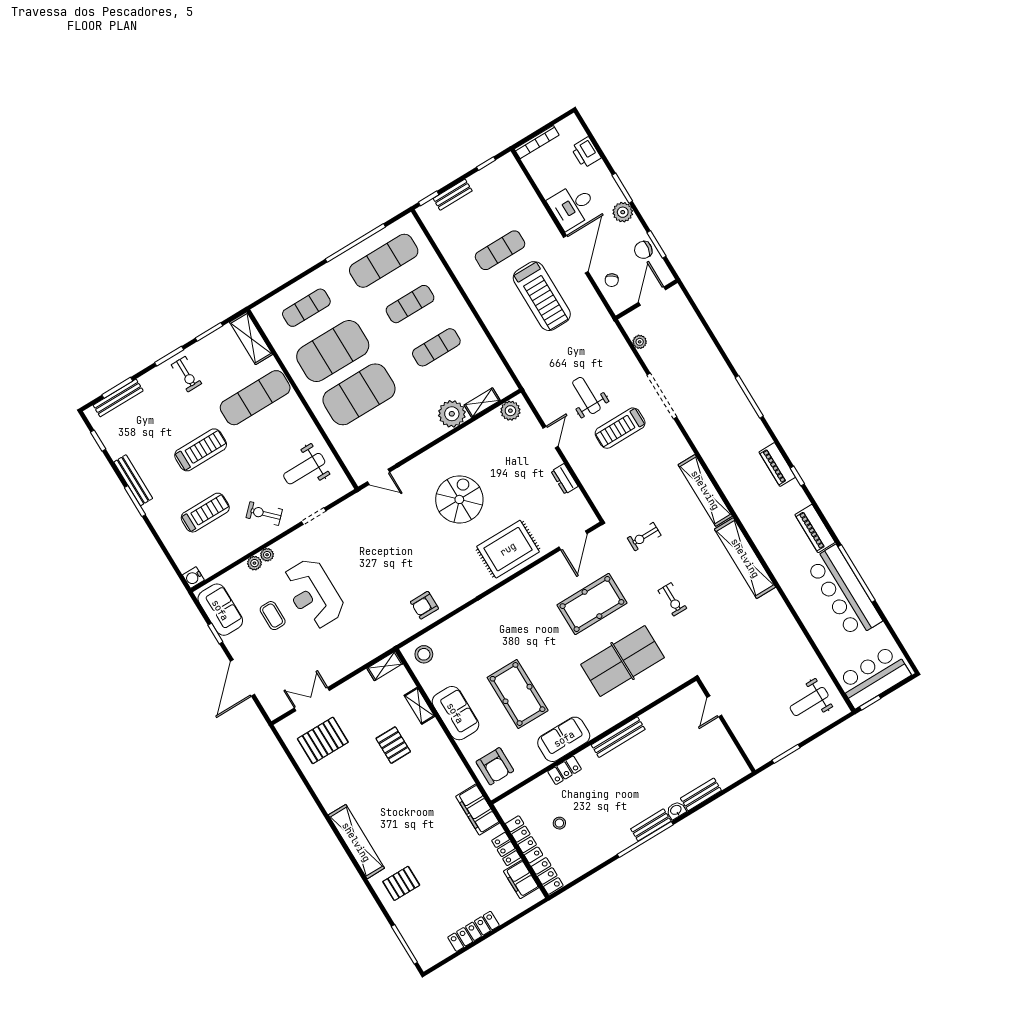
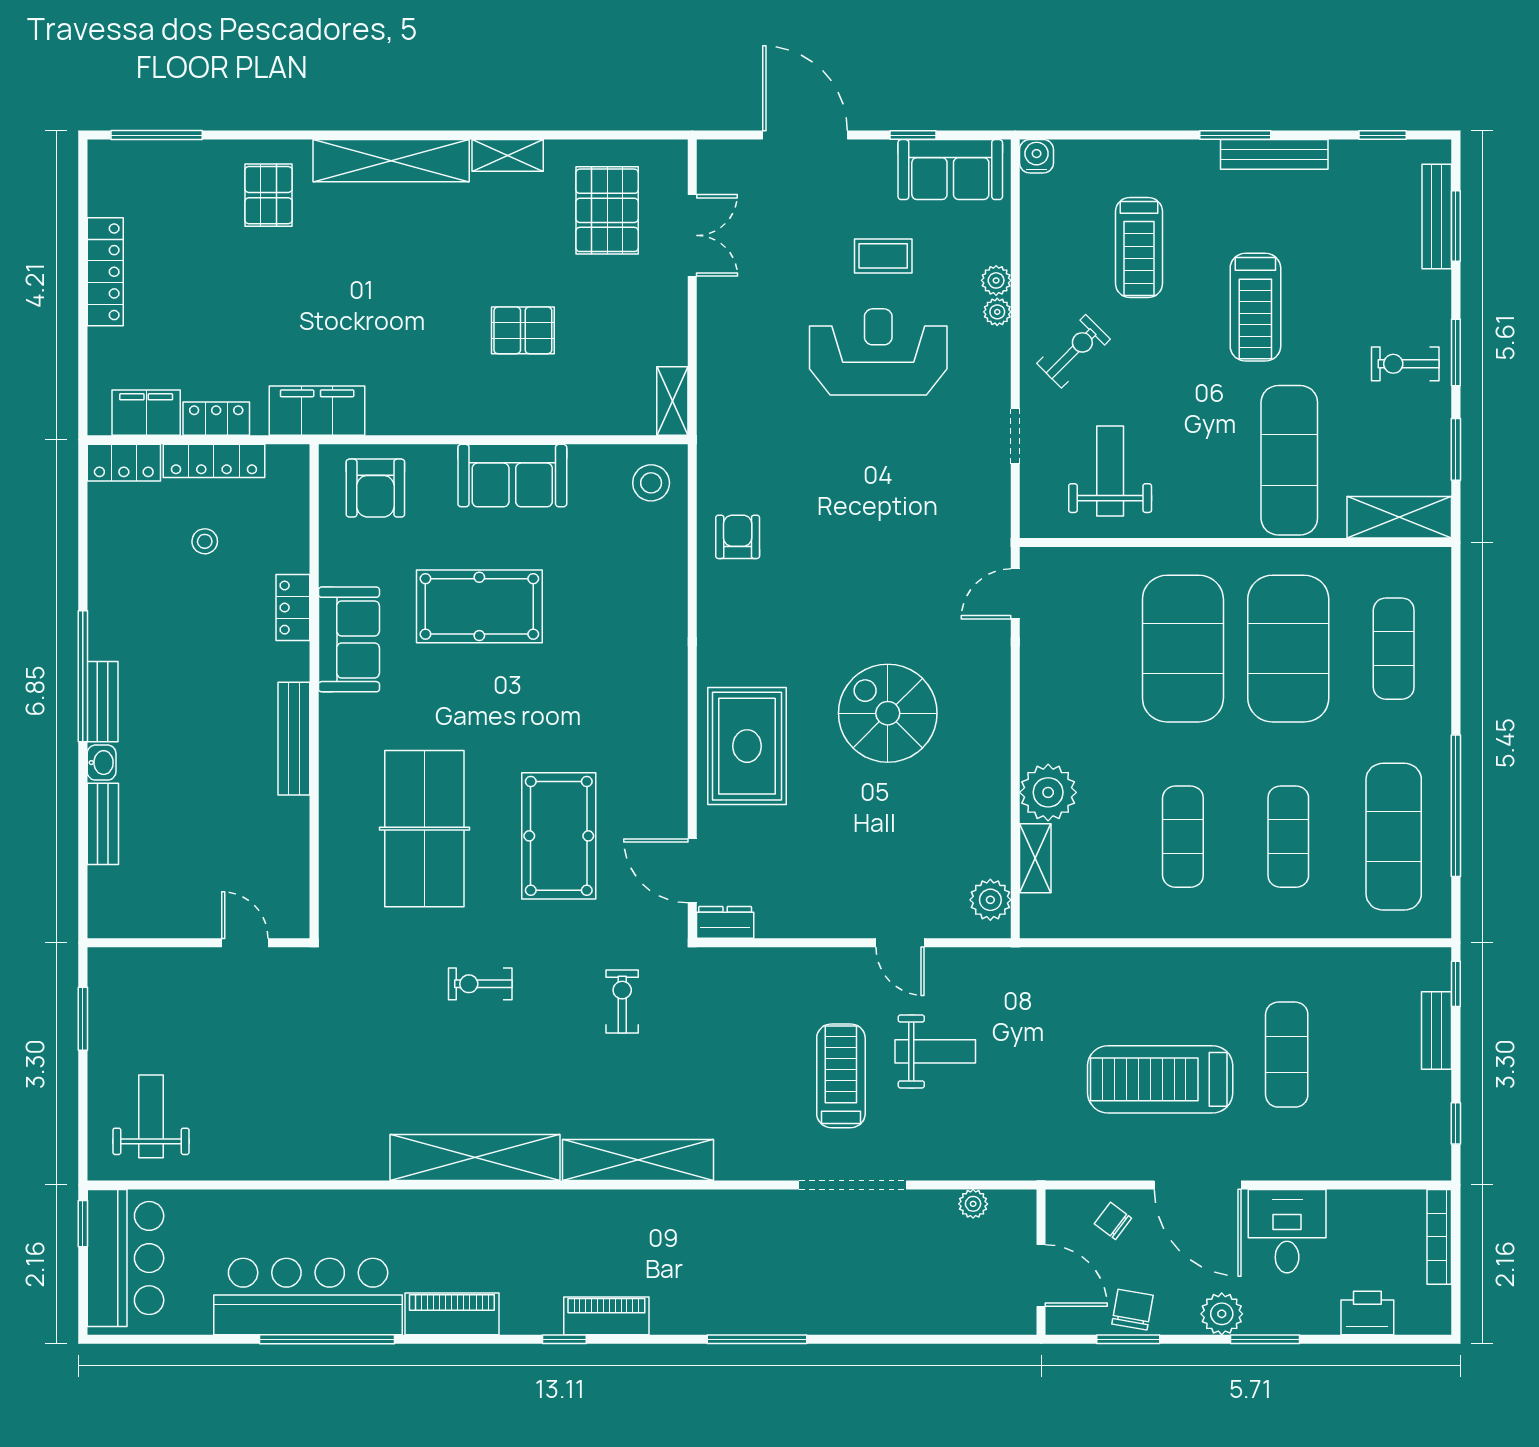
dresser: (565, 479) -> (725, 922), moved
spiral stairs: (459, 499) -> (888, 713), turned 180
shelving: (419, 706) -> (508, 155), moved
armchair: (495, 766) -> (375, 488), turned -90

